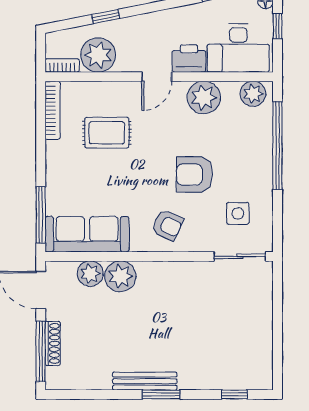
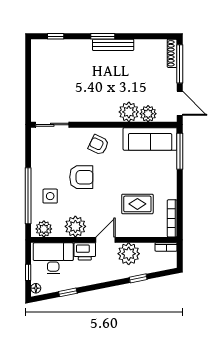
plant: (98, 55) -> (129, 254), moved
side table: (238, 213) -> (50, 196), moved
shoe rack: (53, 343) -> (172, 53), moved

